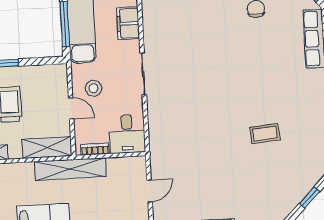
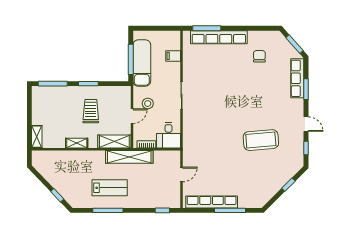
filing cabinet: (128, 23) -> (173, 56), width x0.50
door: (71, 108) -> (132, 116), hinge flipped
coffee table: (265, 133) -> (261, 140), width x1.86, depth x1.72

